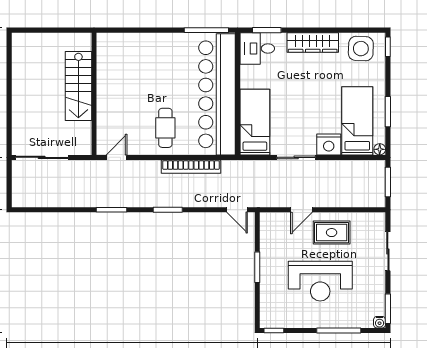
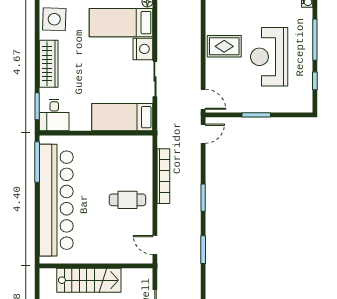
bar counter: (217, 94) -> (56, 200), moved, turned -90
door: (301, 210) -> (203, 99), moved
rug: (332, 233) -> (224, 46), turned 90
reception desk: (320, 281) -> (269, 57), turned 180
window: (274, 331) -> (315, 81), moved

